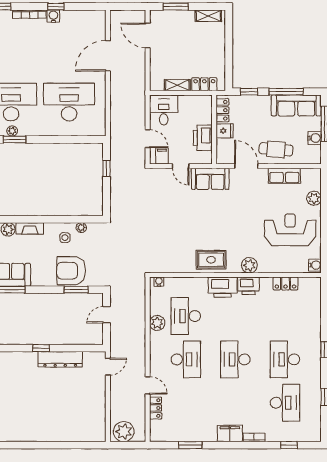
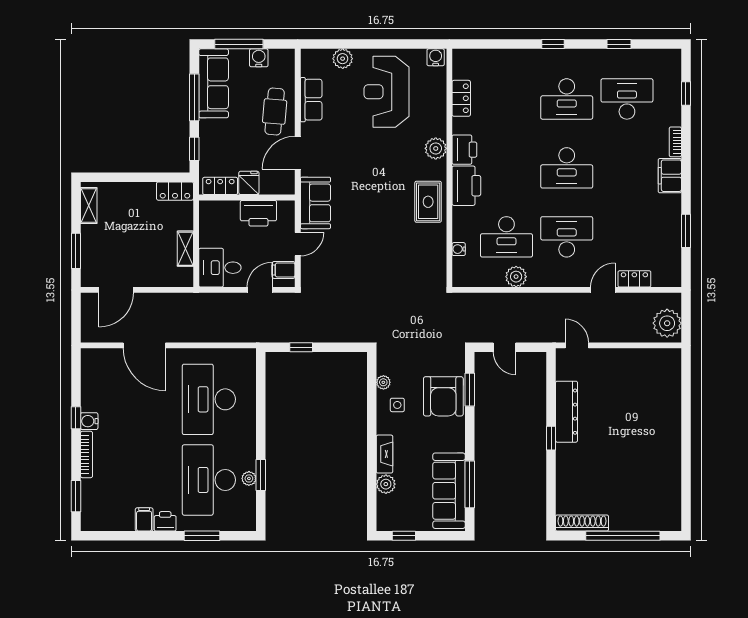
locker: (204, 84) -> (175, 191), moved, turned -90
water cooler: (159, 282) -> (459, 249), moved

